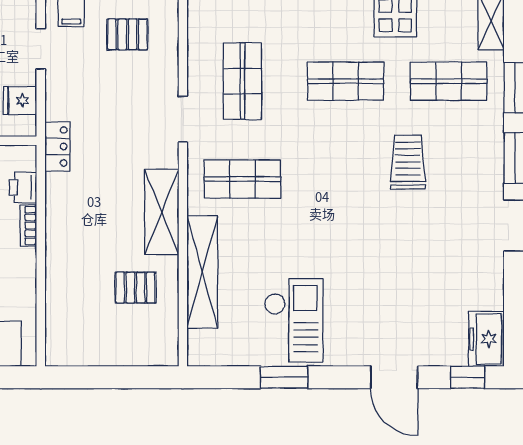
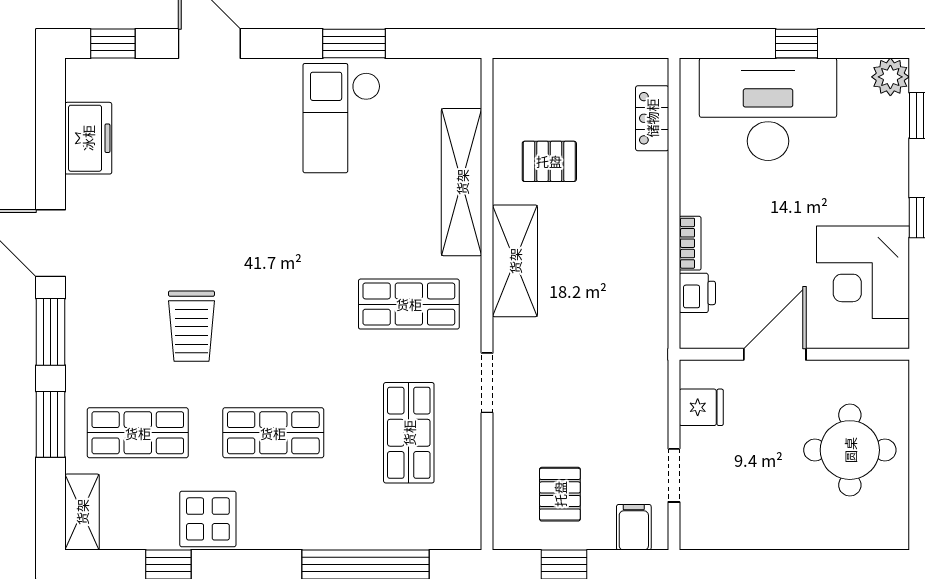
pallet: (127, 34) -> (560, 494), turned 90
locker: (57, 146) -> (652, 118), moved
freezer: (486, 339) -> (88, 138), moved

